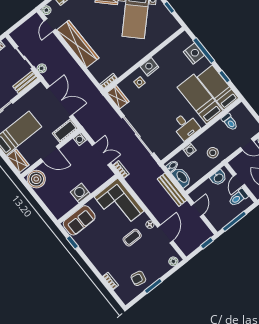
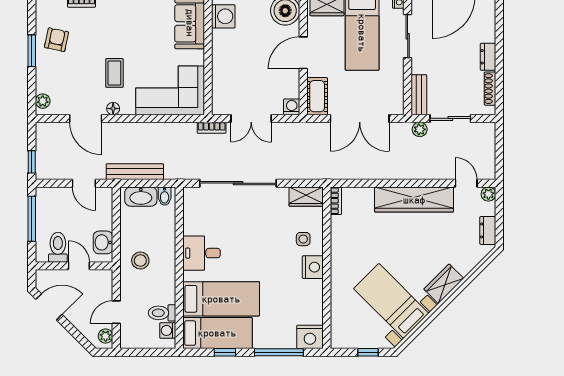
nightstand: (194, 53) -> (310, 337), moved
washing machine: (189, 150) -> (168, 330), moved
washing machine: (80, 193) -> (223, 16), moved

